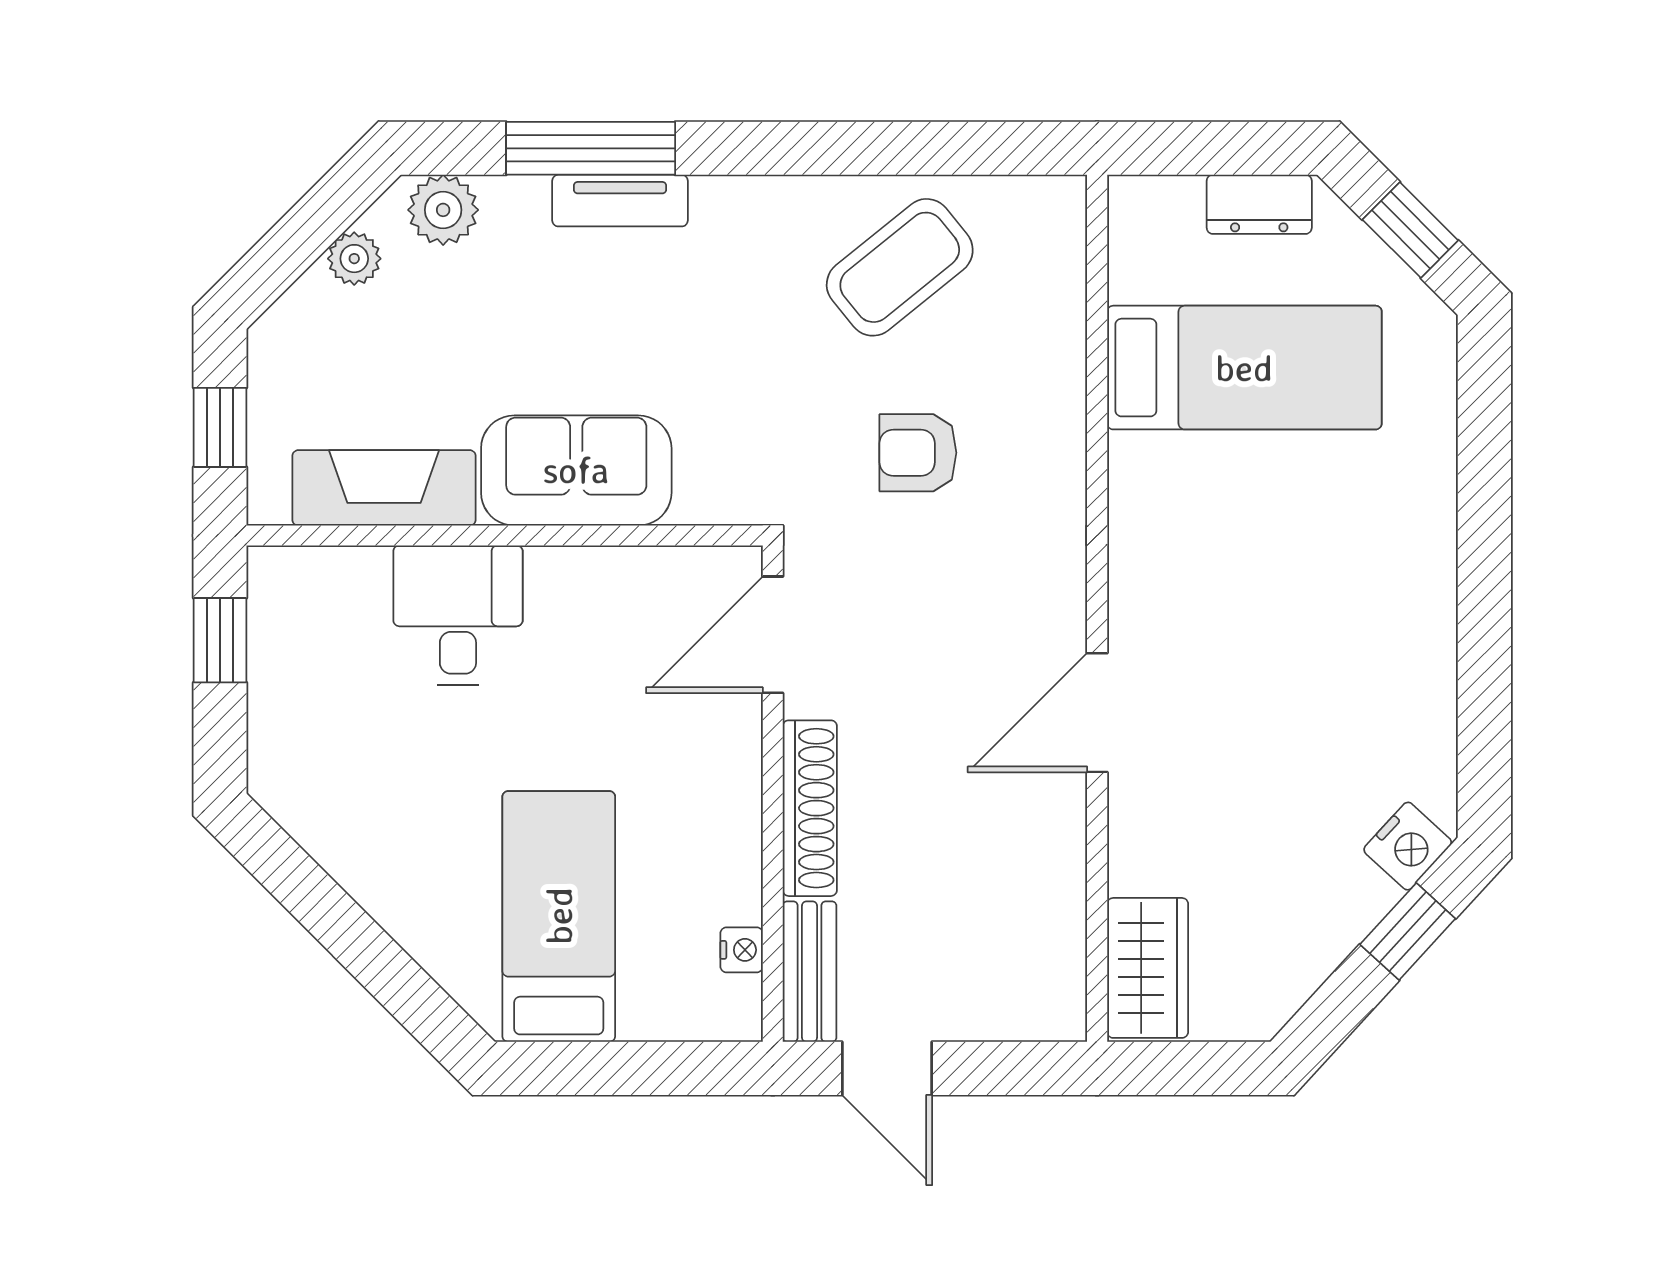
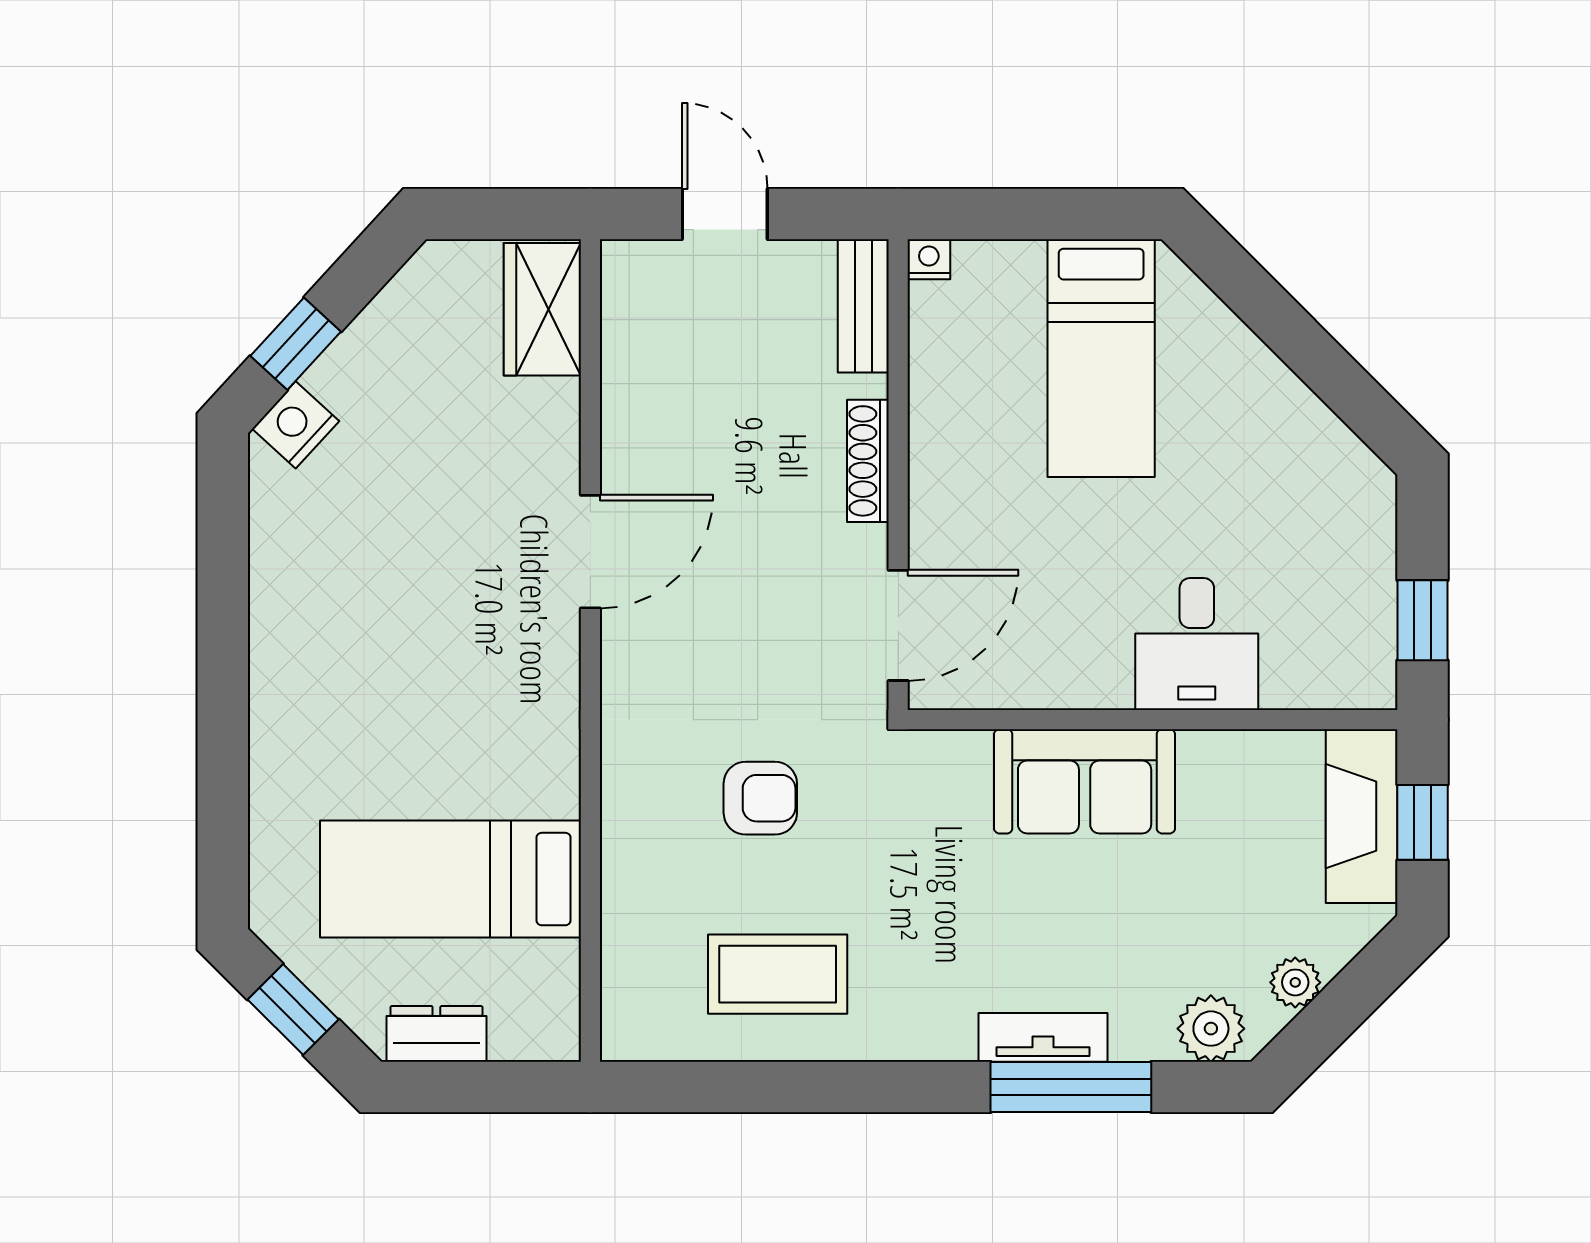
coffee table: (900, 267) -> (778, 974), turned 39
fireplace: (384, 488) -> (1362, 816), moved, turned 90
shoe rack: (810, 808) -> (868, 461), width x0.74, depth x0.81
nightstand: (742, 950) -> (929, 259), moved, turned 90
door: (887, 1068) -> (725, 214), moved

